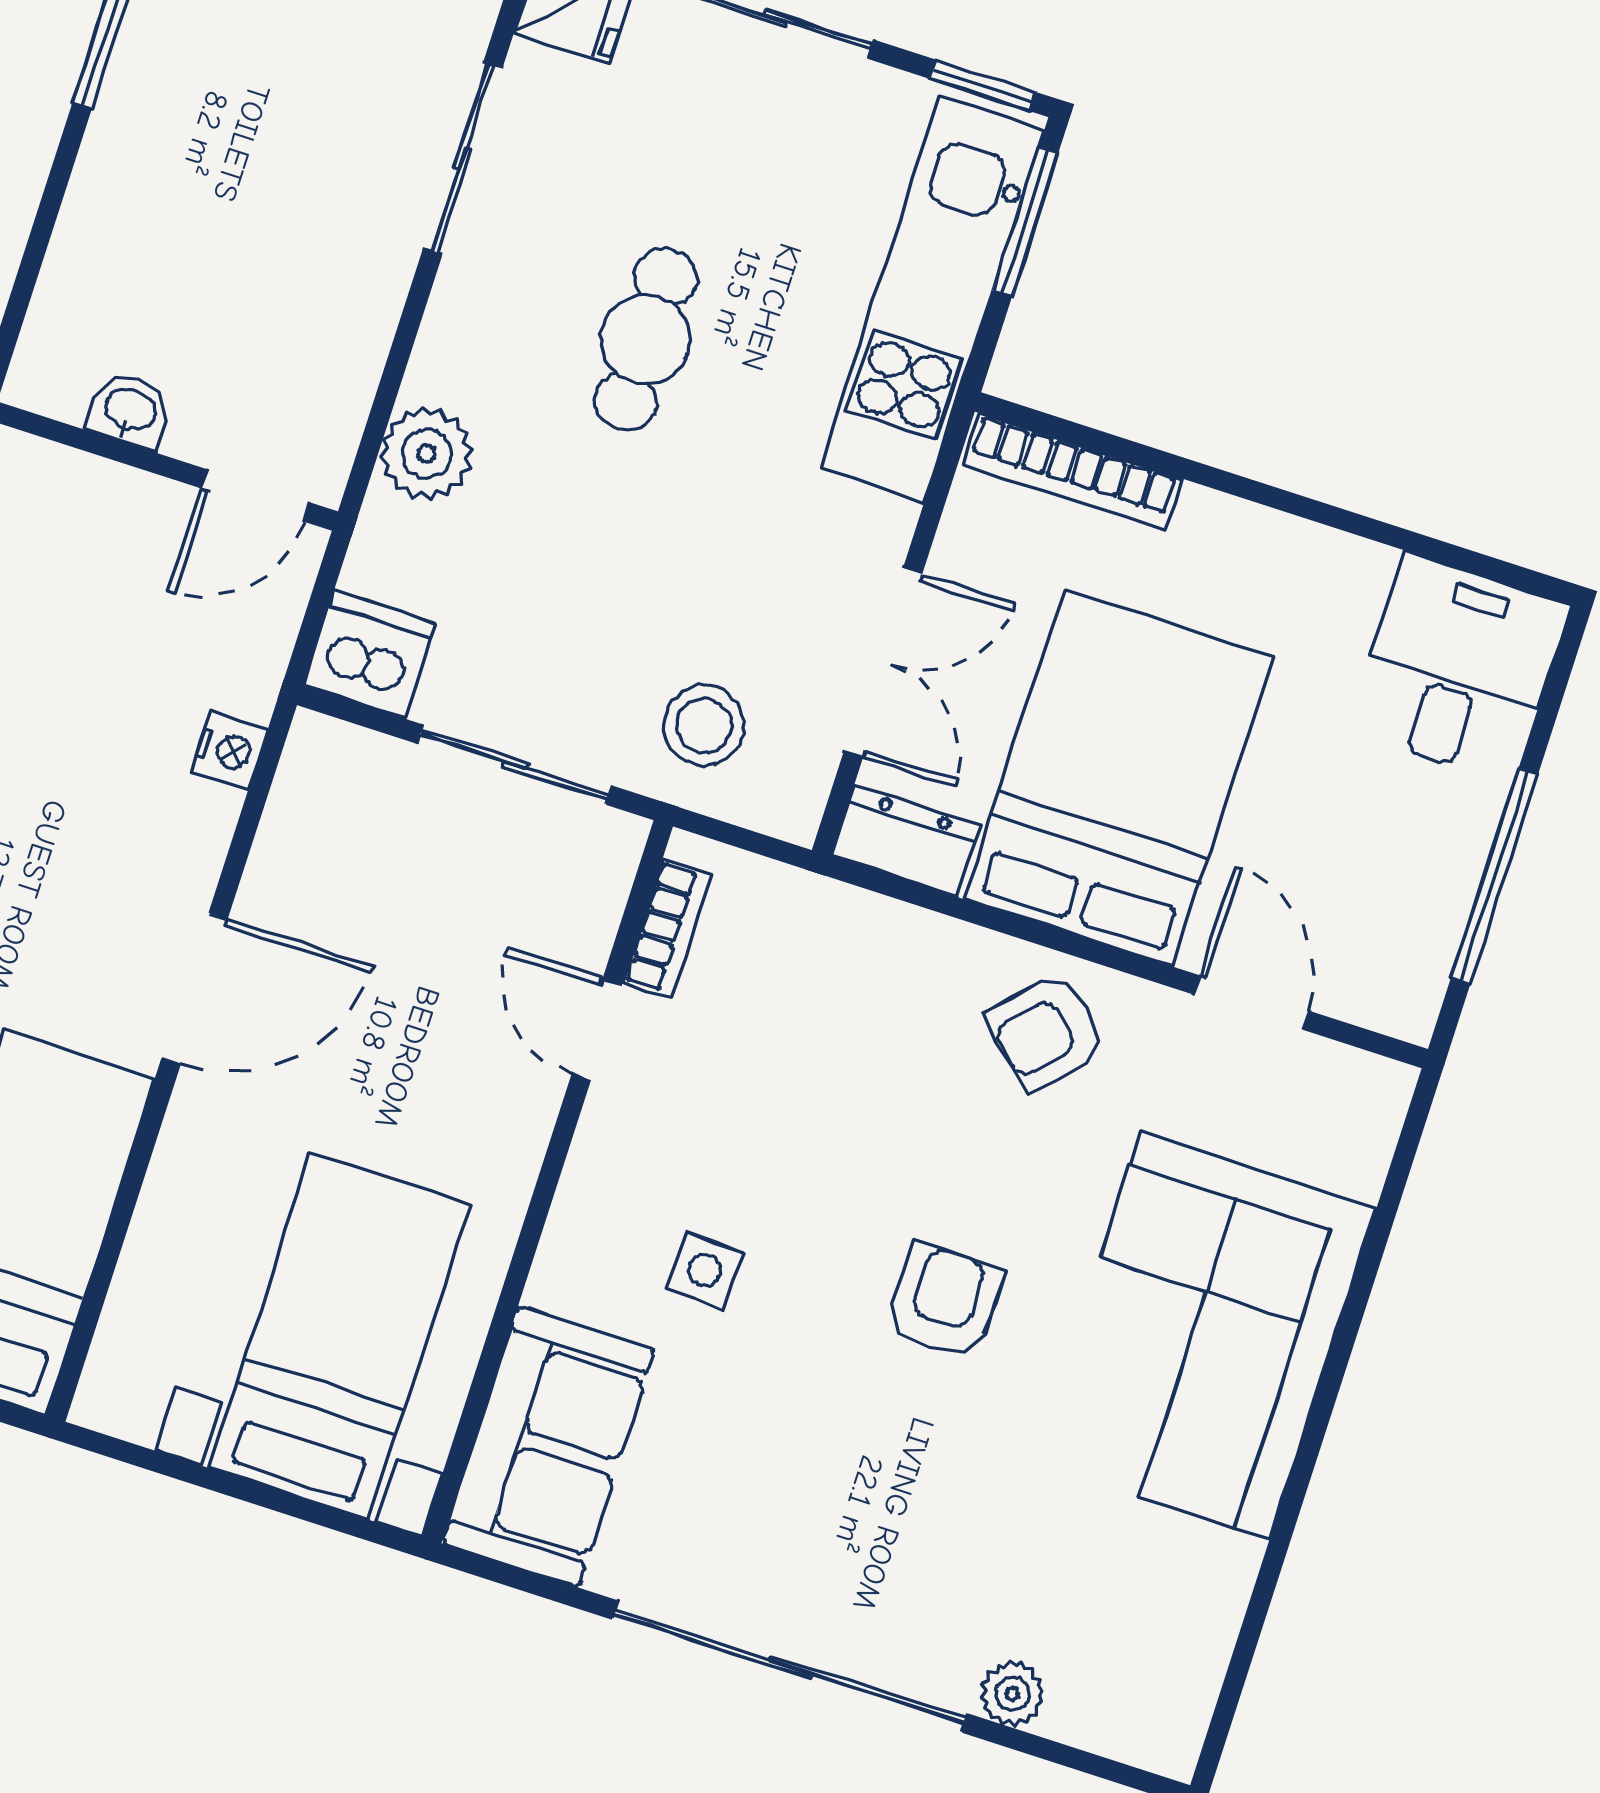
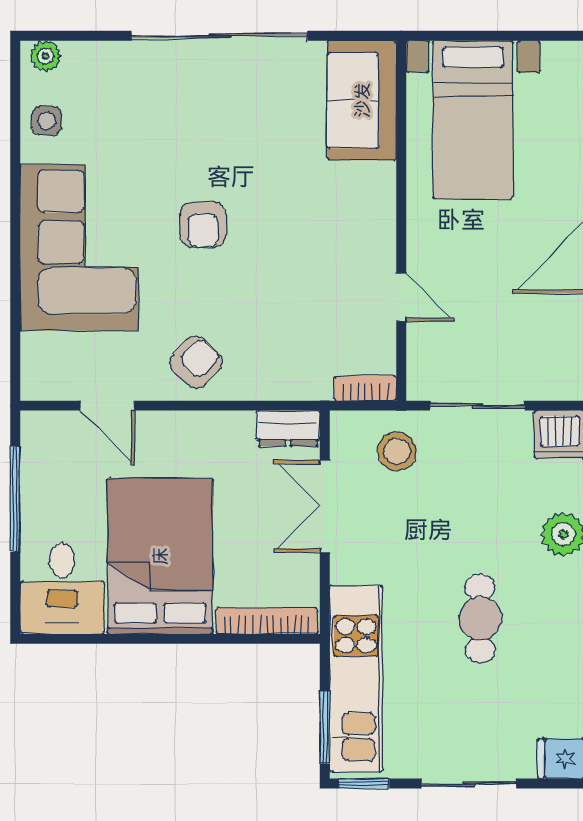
bed: (1119, 778) -> (160, 556), moved, turned 180
bookcase: (667, 929) -> (365, 388), moved, turned 90
side table: (705, 1270) -> (47, 121), moved
plant: (1012, 1694) -> (46, 56), moved

